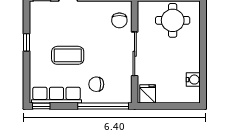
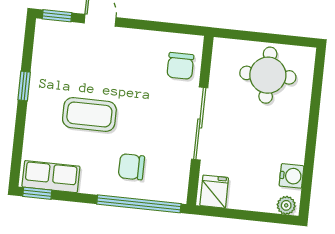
row of seats: (56, 95) -> (51, 177), width x0.68
plant: (192, 98) -> (286, 205), added

